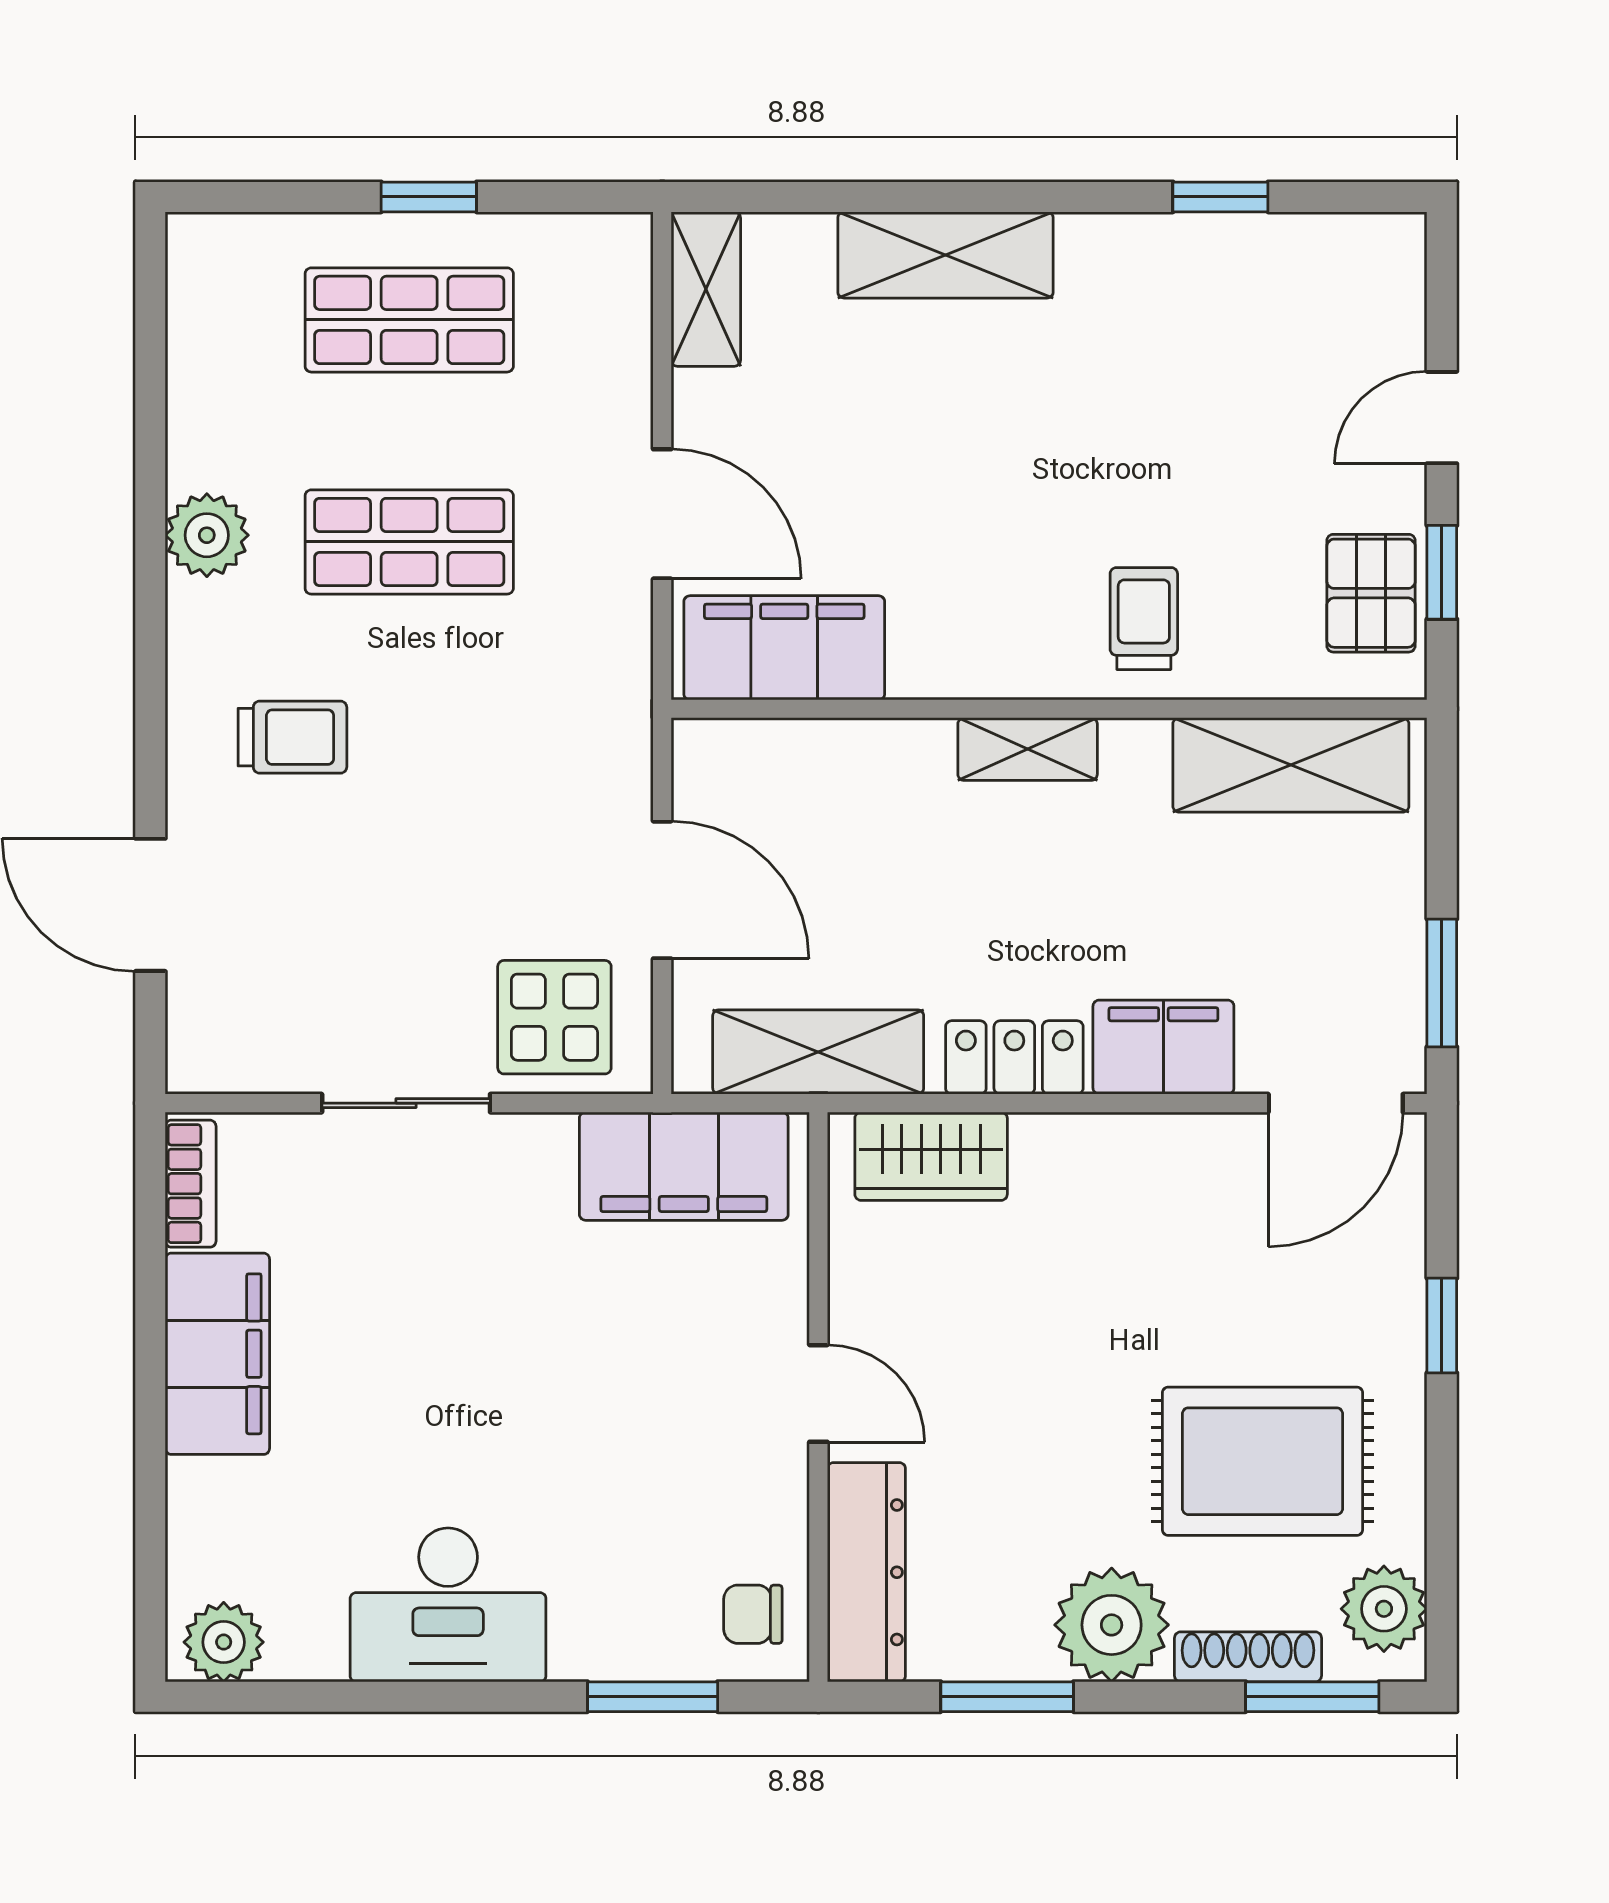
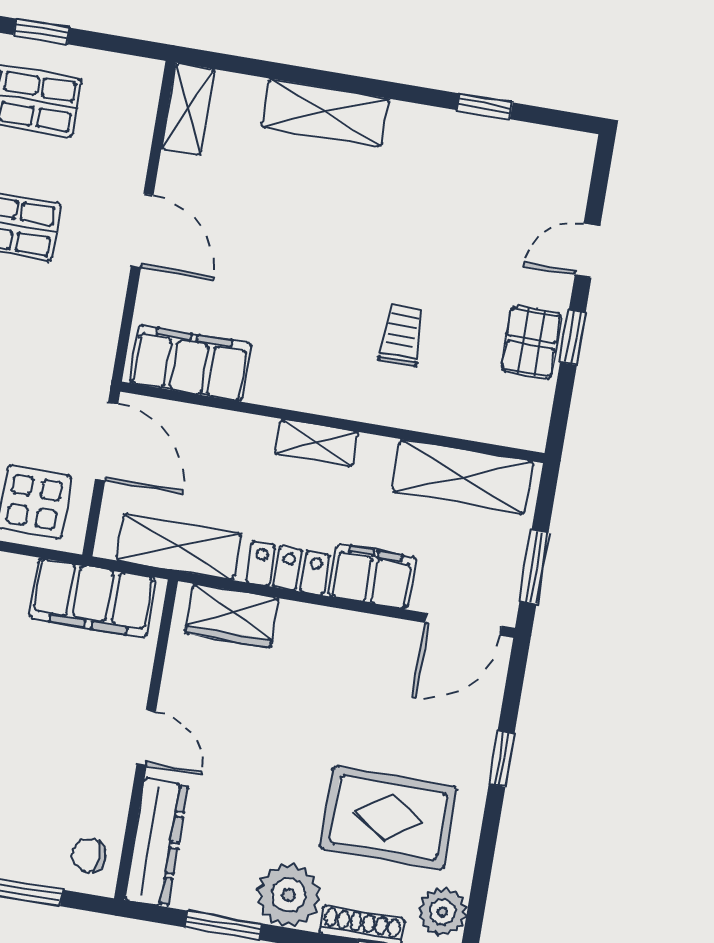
filing cabinet: (784, 648) -> (190, 363), moved
wall: (1049, 709) -> (332, 422), moved
shelving: (1028, 749) -> (317, 443), moved
shelving: (1291, 765) -> (462, 477), moved

